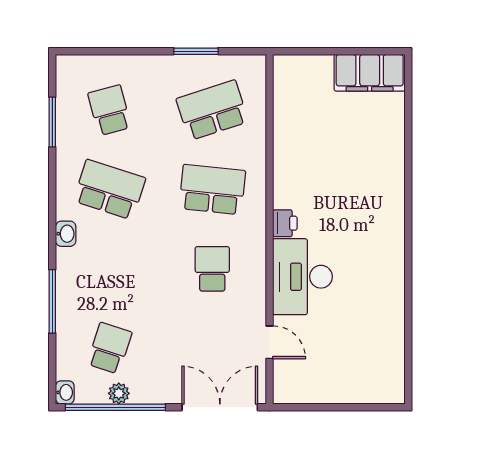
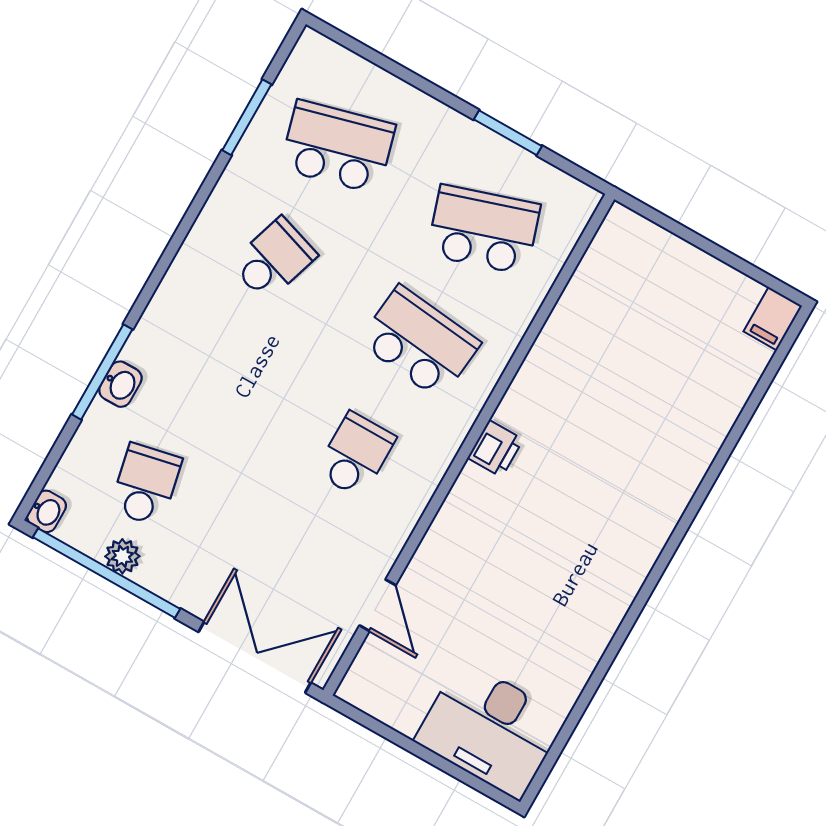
filing cabinet: (370, 73) -> (773, 319), width x0.33, depth x0.86
school desk: (110, 110) -> (338, 147), width x1.85
school desk: (110, 190) -> (274, 259), width x0.54
washbasin: (66, 234) -> (120, 384), moved
desk: (302, 277) -> (490, 729), moved, turned -90
school desk: (110, 348) -> (146, 485), turned -30

